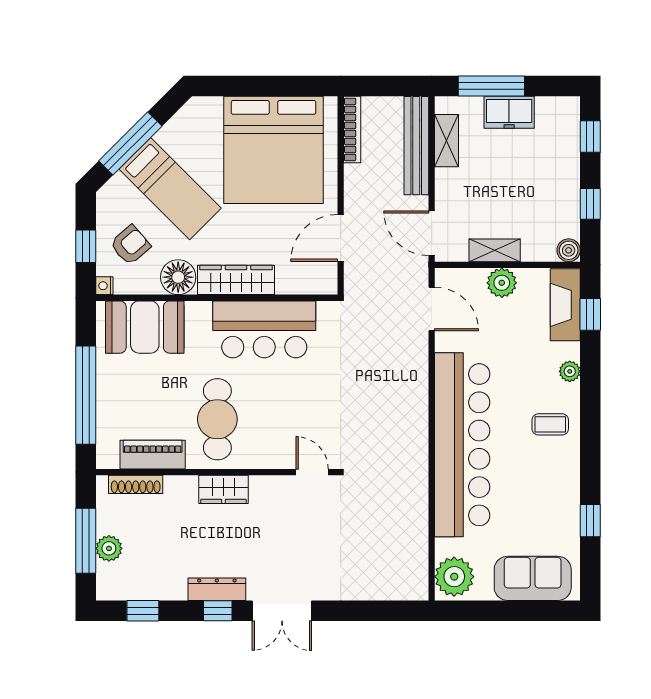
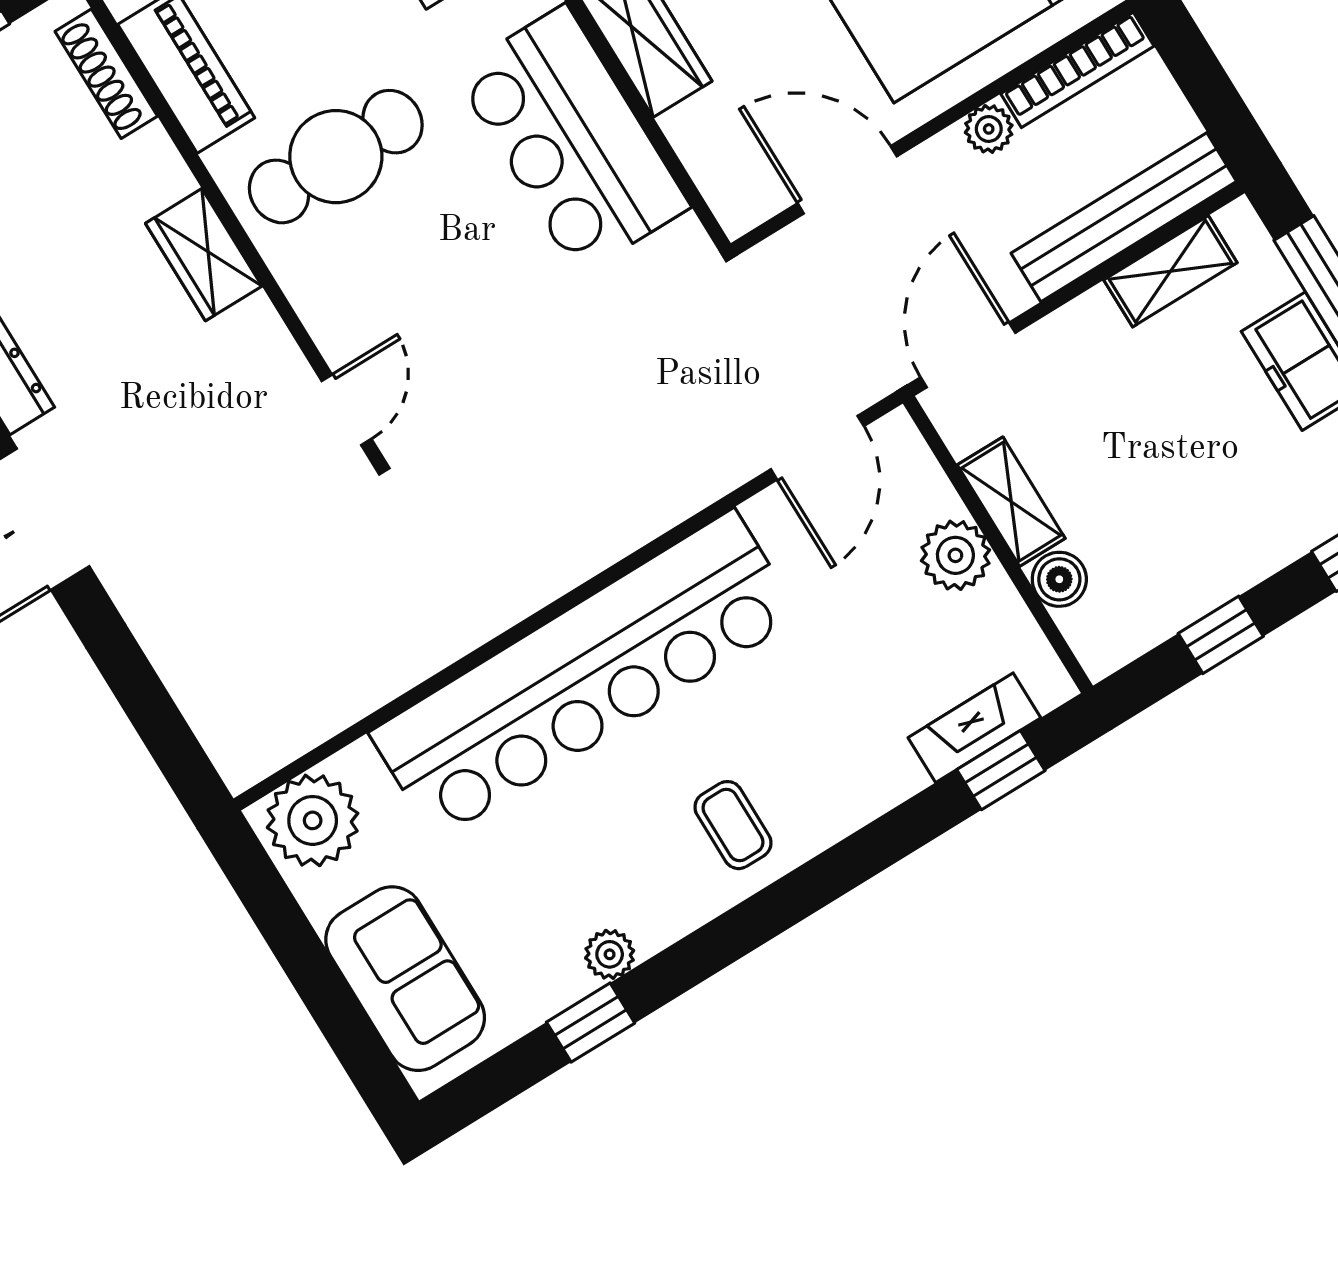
plant: (354, 175) -> (989, 129), added
boiler: (569, 250) -> (1059, 579), moved
fireplace: (565, 305) -> (974, 728), width x0.73, depth x0.76
plant: (570, 371) -> (610, 954), moved

